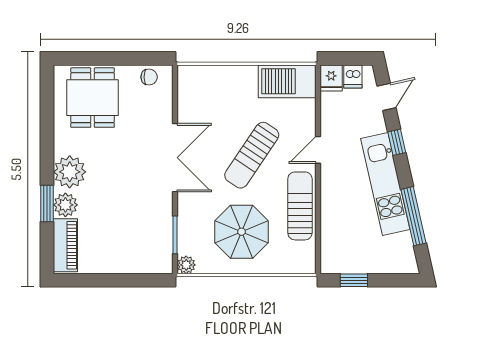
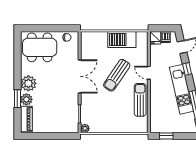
barbecue: (287, 81) -> (122, 39), moved
dining table: (93, 98) -> (40, 47), width x1.37
door: (318, 150) -> (149, 73), hinge flipped
parasol: (242, 232) -> (112, 112), removed

